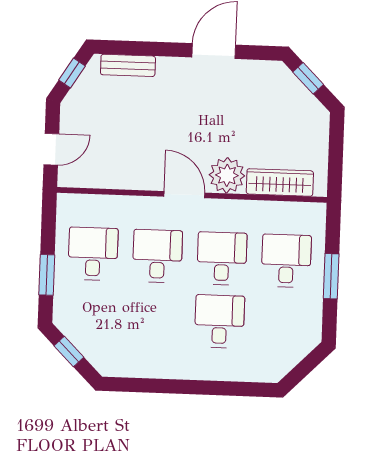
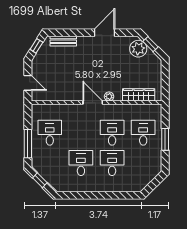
plant: (282, 87) -> (138, 49), added
door: (51, 149) -> (28, 83), hinge flipped
plant: (227, 175) -> (109, 96), width x0.53, depth x0.53
desk: (157, 256) -> (81, 163), moved
window: (47, 275) -> (28, 144), width x1.44

